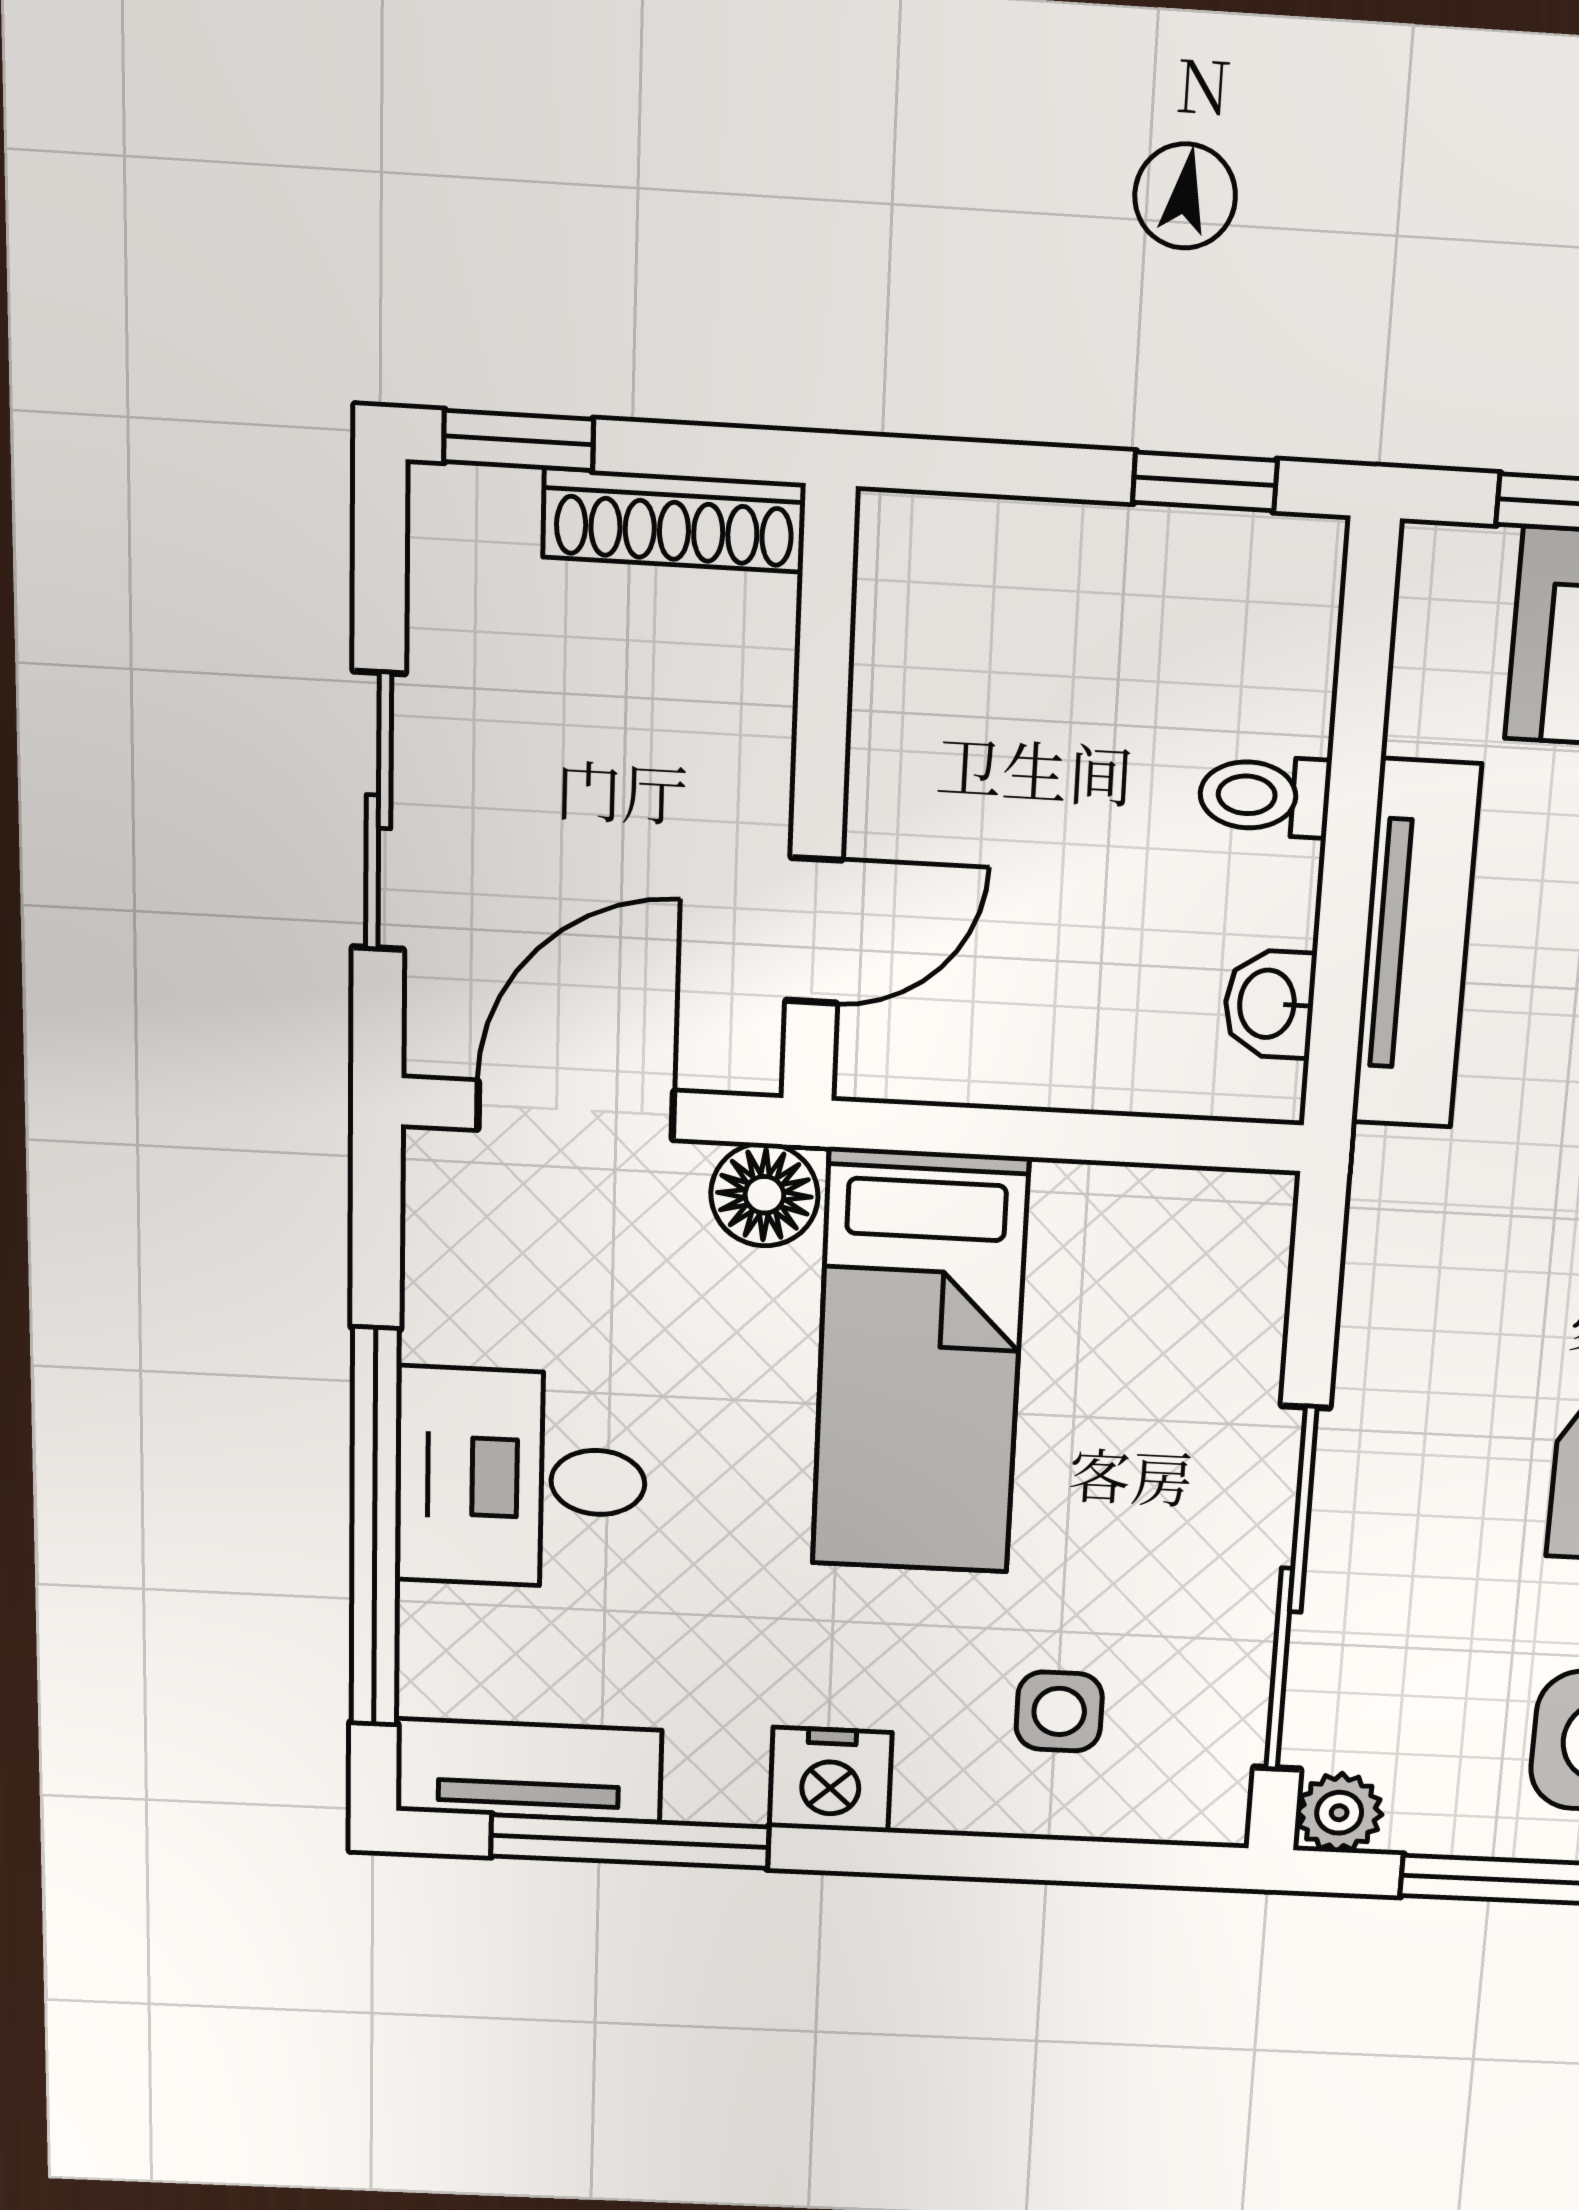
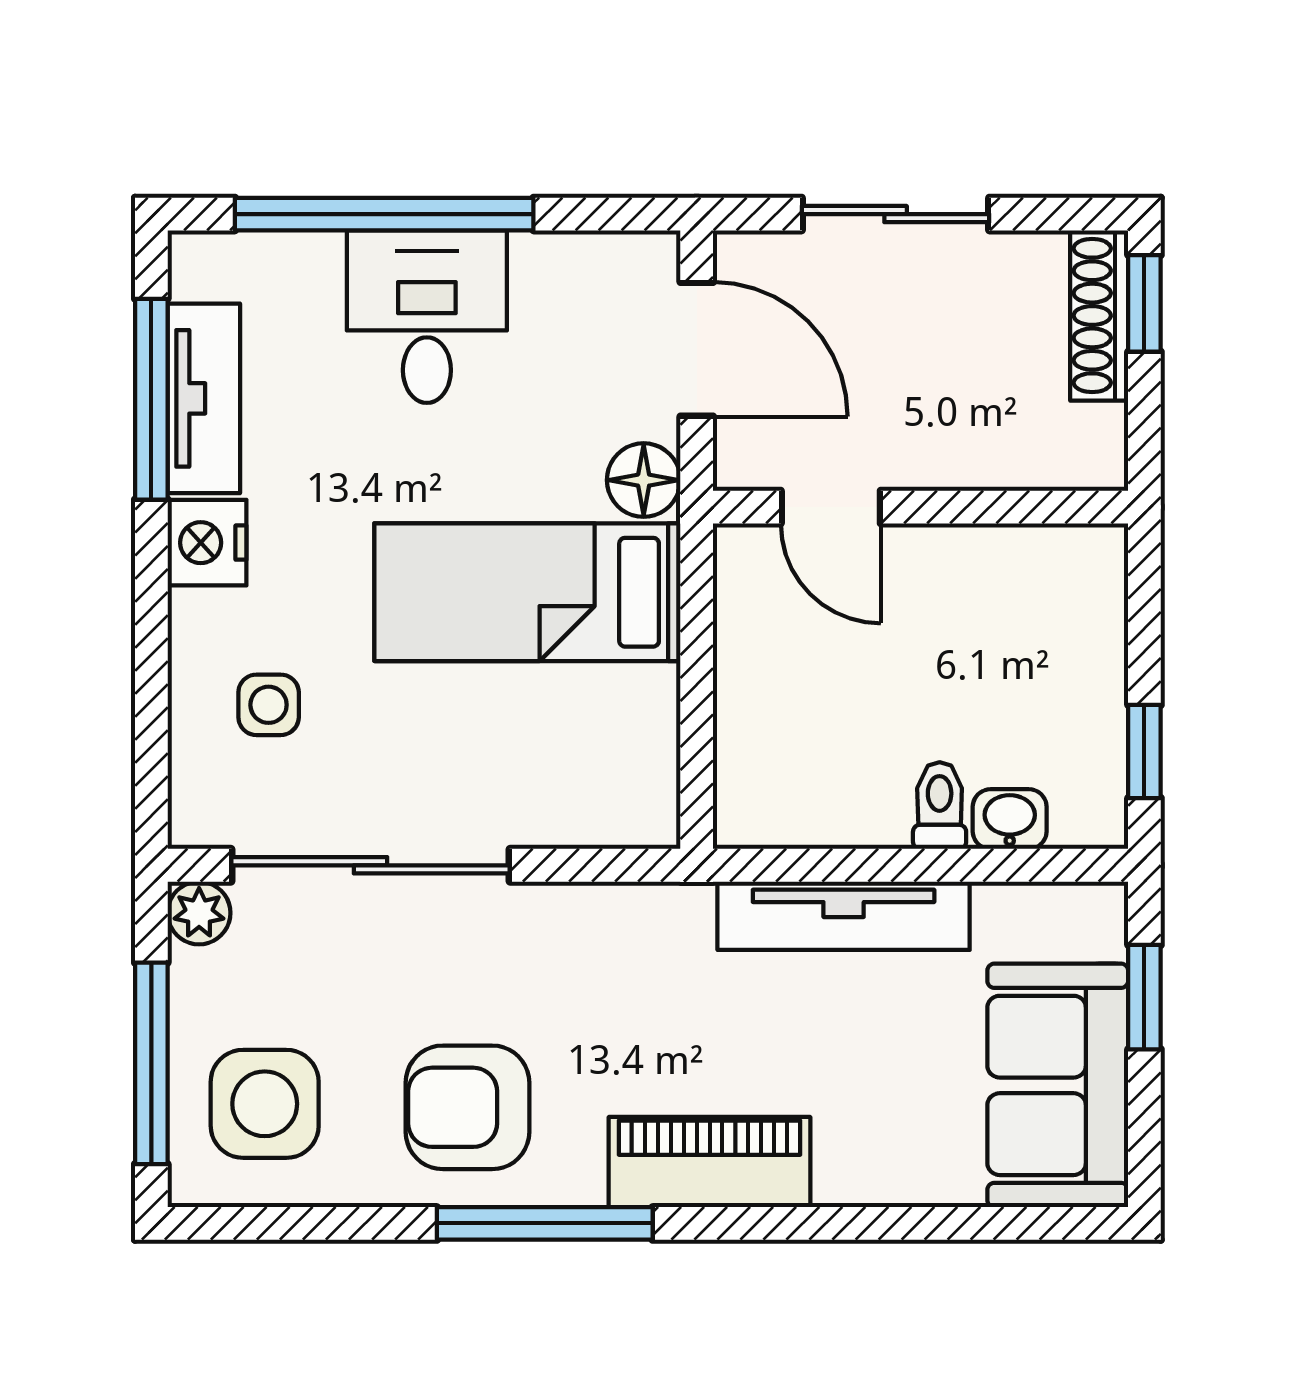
shoe rack: (674, 520) -> (1099, 316), moved
washbasin: (1270, 1004) -> (1010, 819), moved
tv unit: (529, 1770) -> (204, 398), moved

